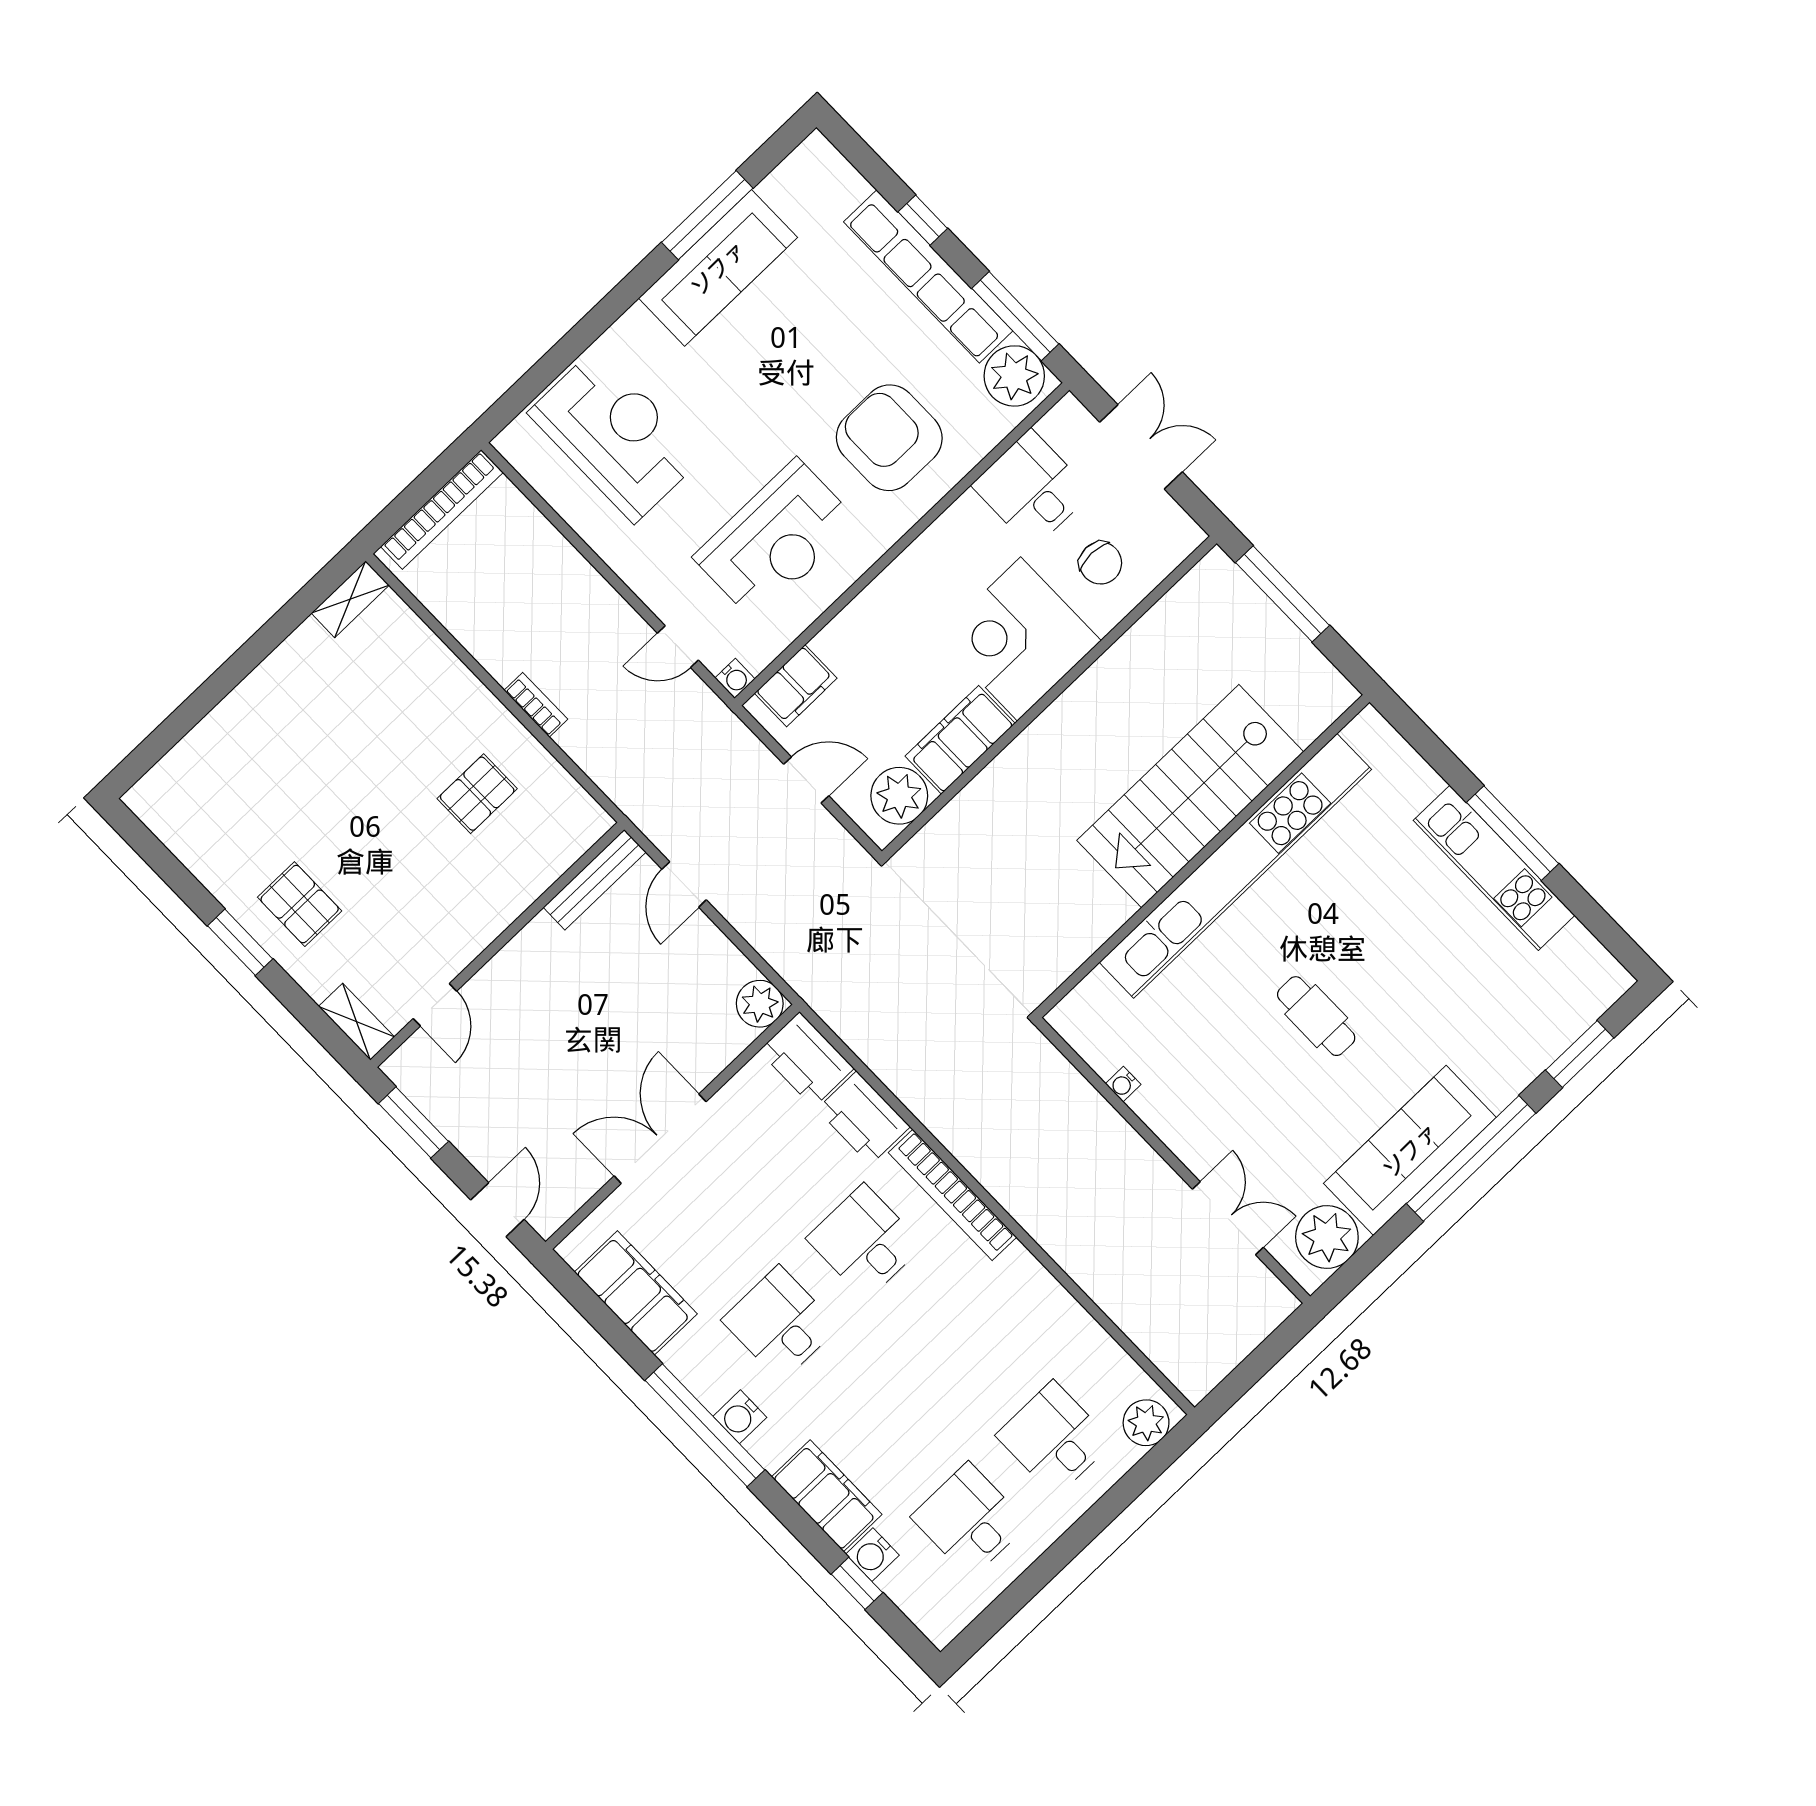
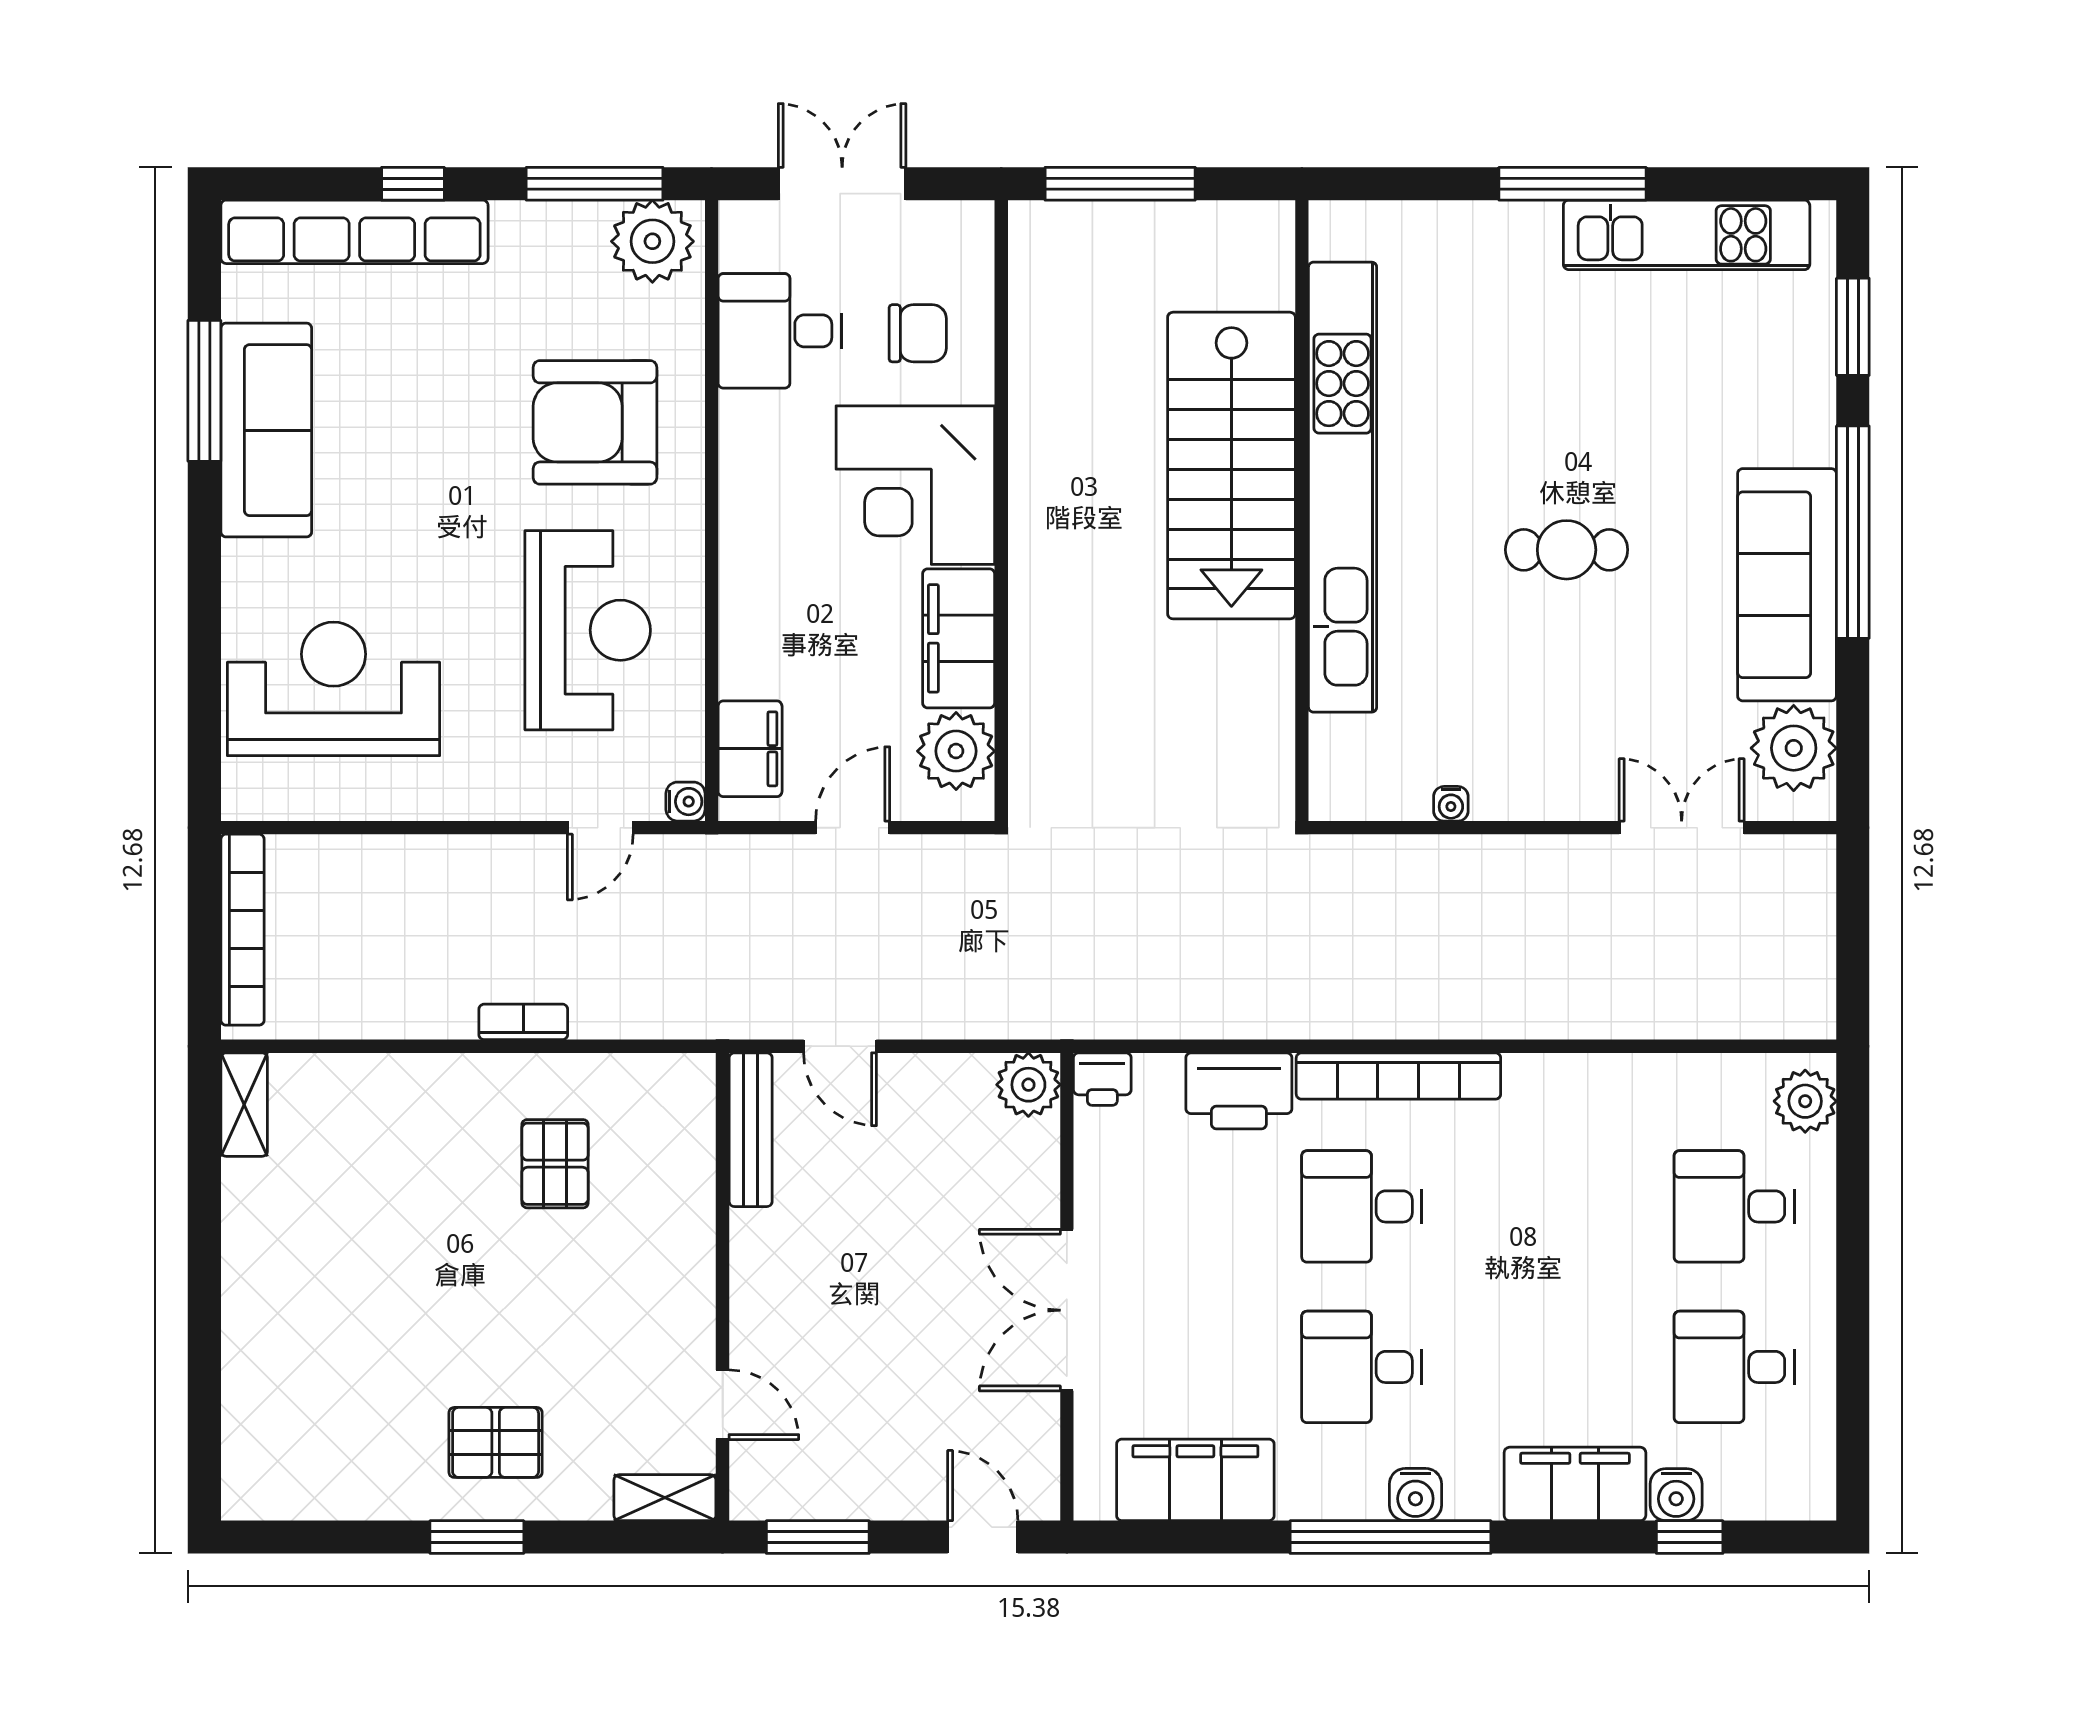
row of seats: (928, 276) -> (354, 232), moved
kitchen unit: (1494, 868) -> (1687, 235), moved
printer: (806, 1060) -> (1102, 1079), width x0.53, depth x0.68

